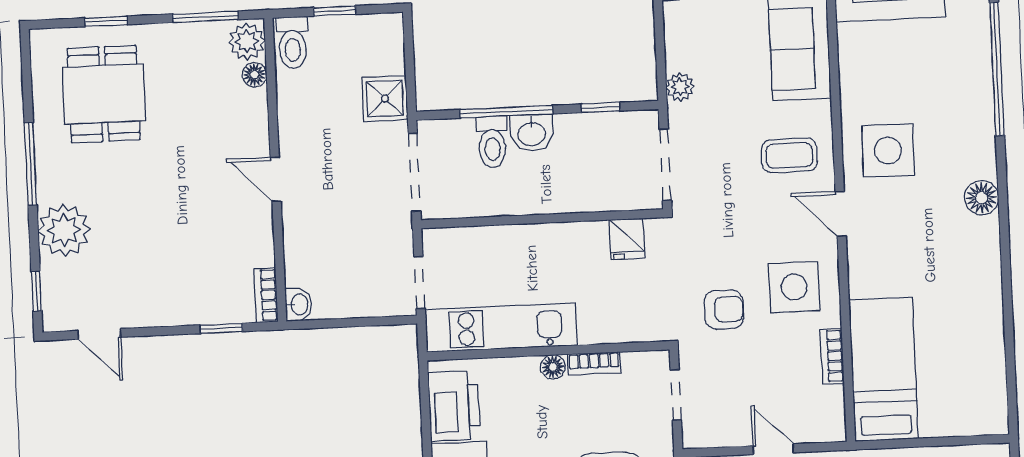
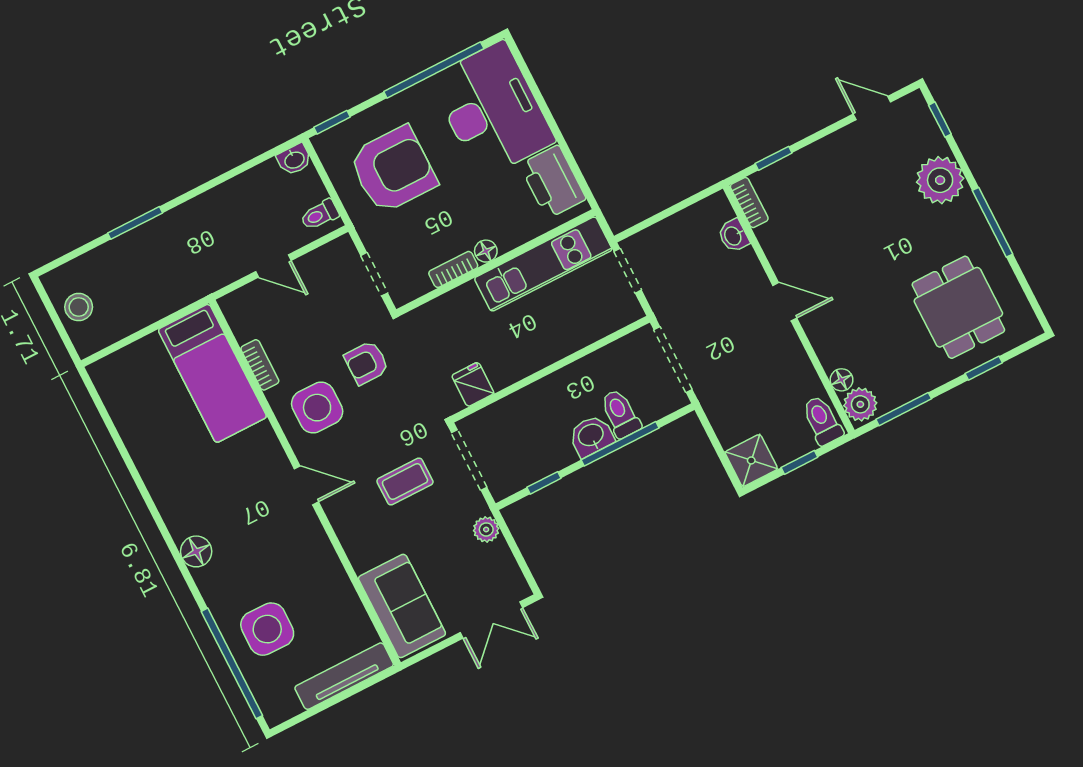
shower: (385, 98) -> (751, 460), moved
side table: (888, 151) -> (267, 629), moved
coffee table: (789, 155) -> (405, 482), moved
washbasin: (299, 304) -> (733, 236), moved

